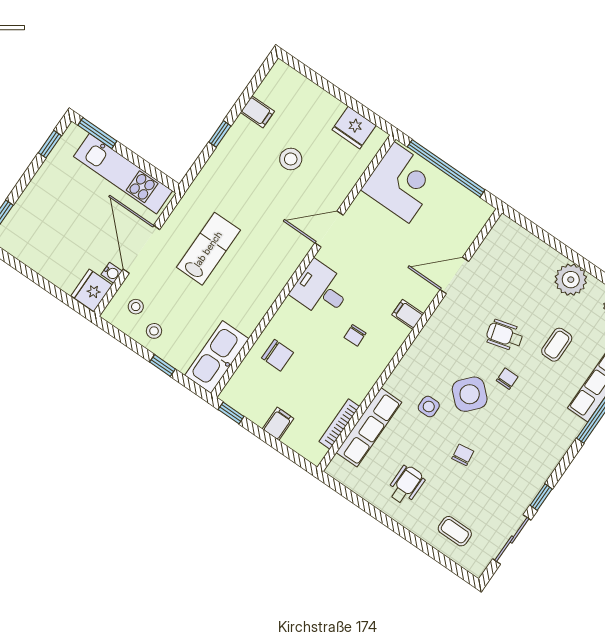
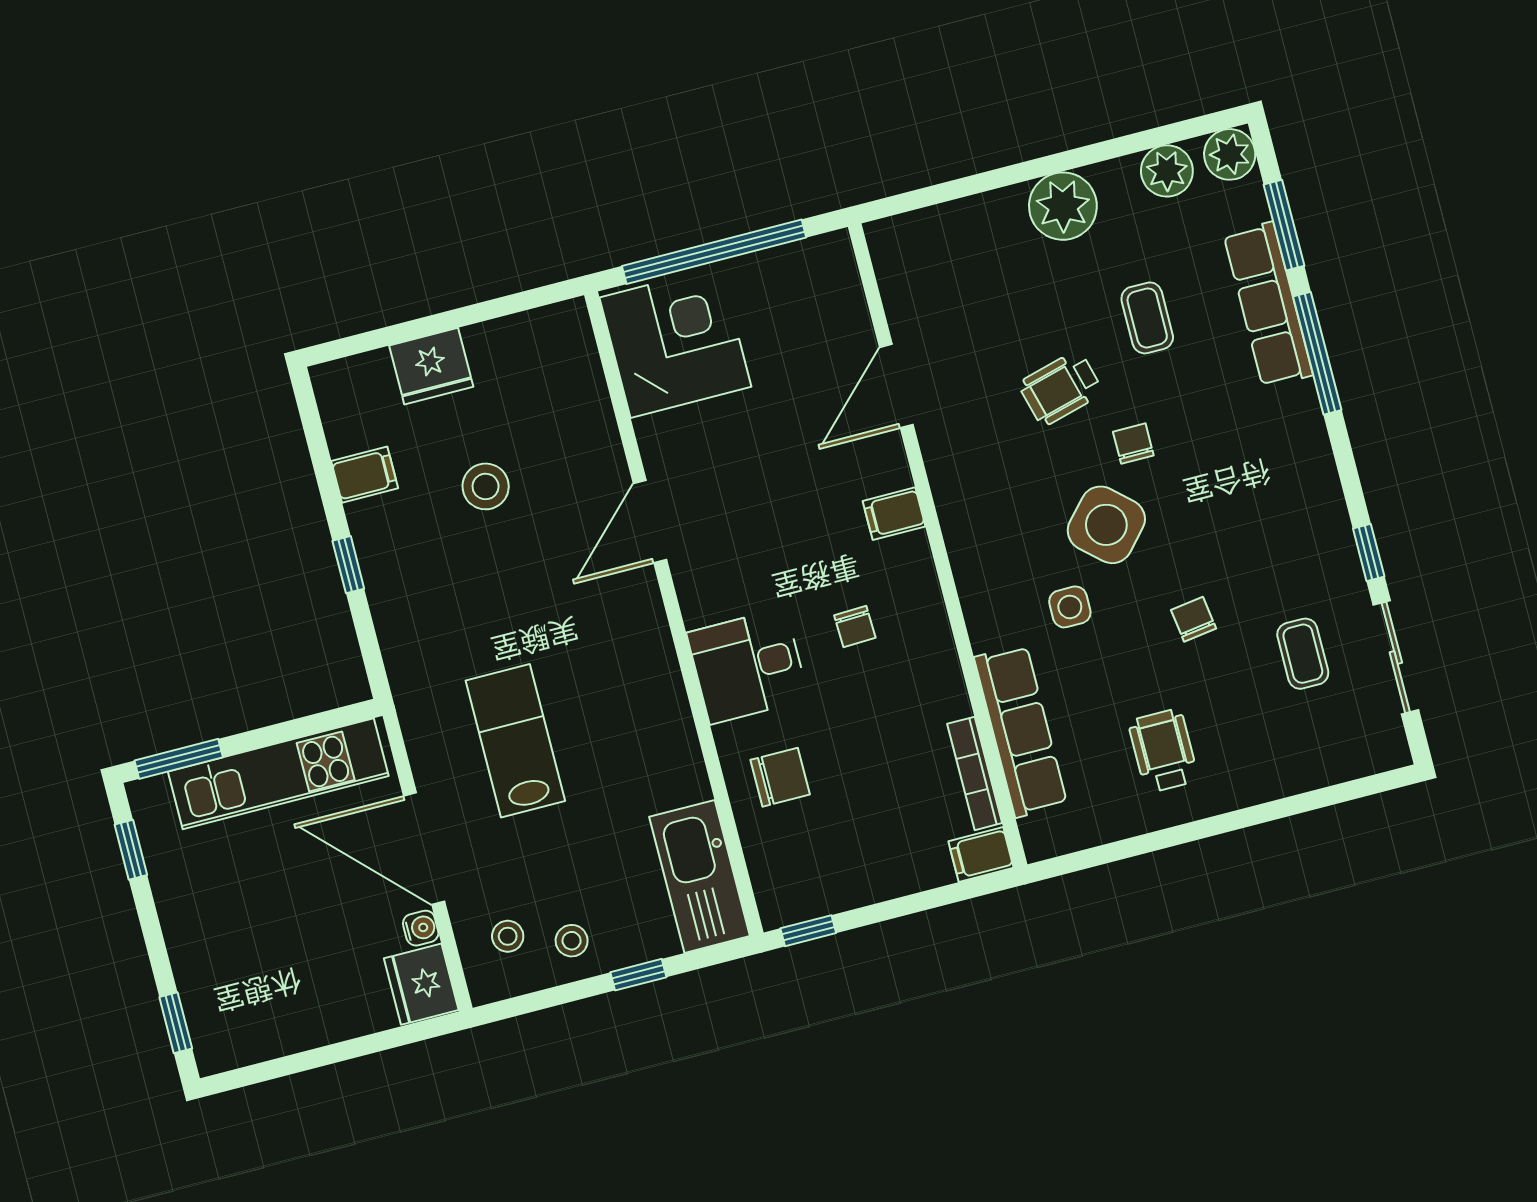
fridge: (354, 128) -> (431, 366), moved
desk: (321, 290) -> (748, 666), moved
filing cabinet: (278, 424) -> (981, 854), moved, turned -90
coffee table: (455, 531) -> (1303, 654), moved, turned 90

